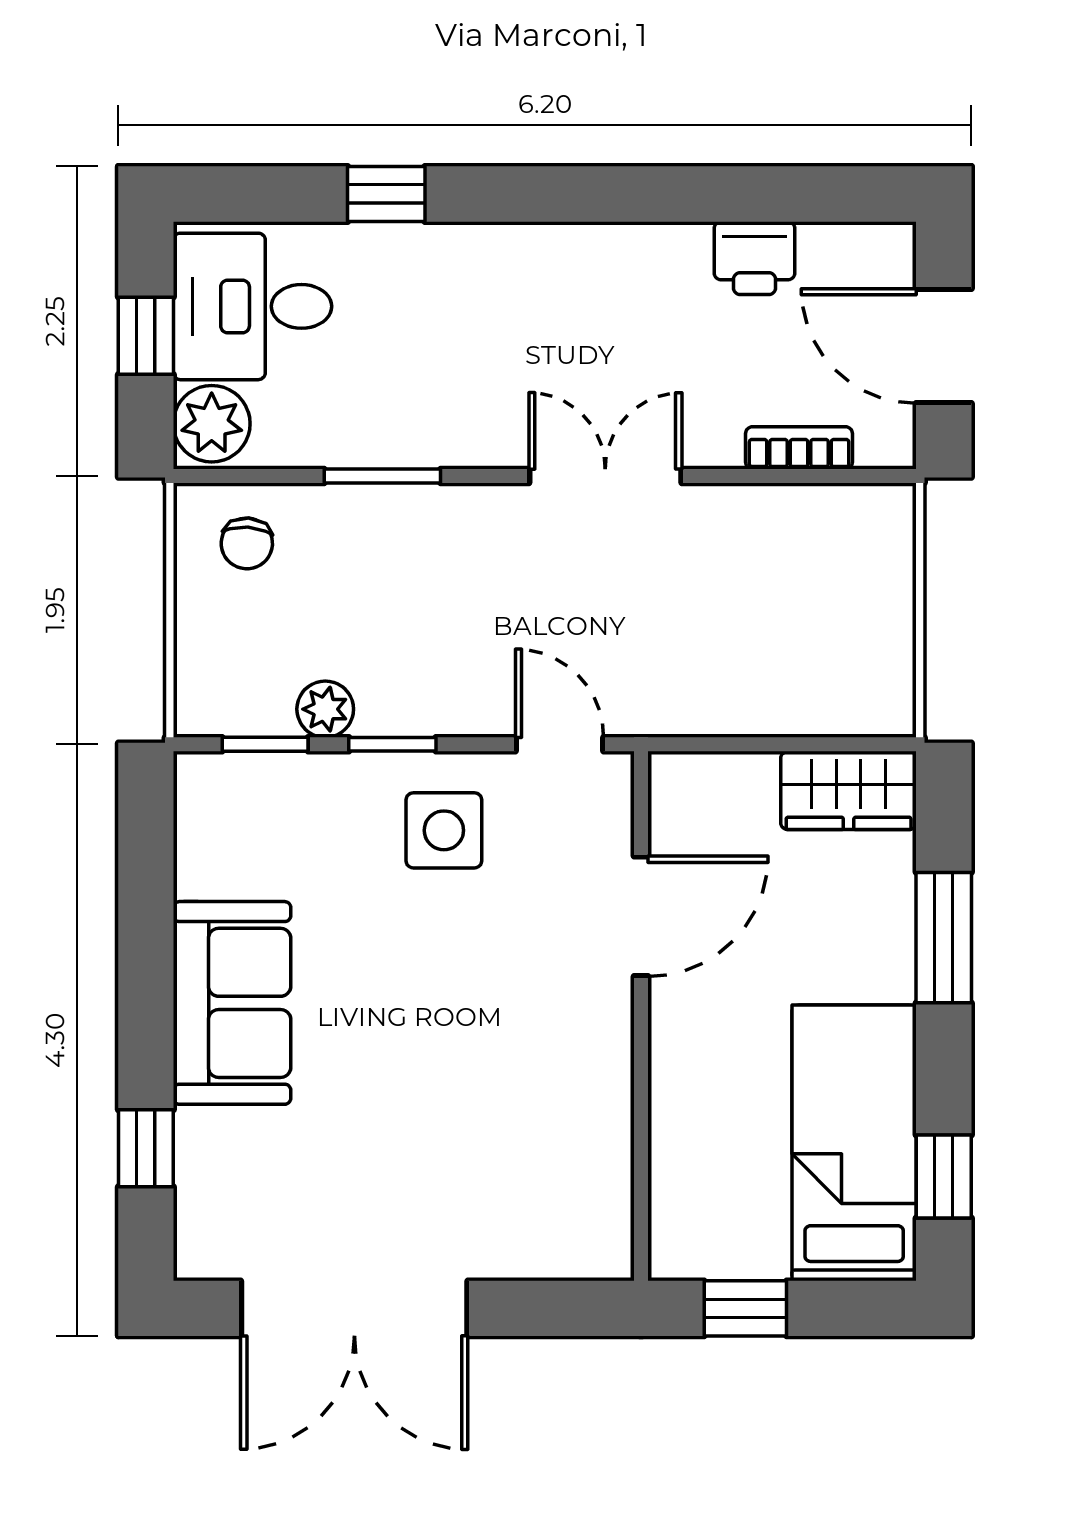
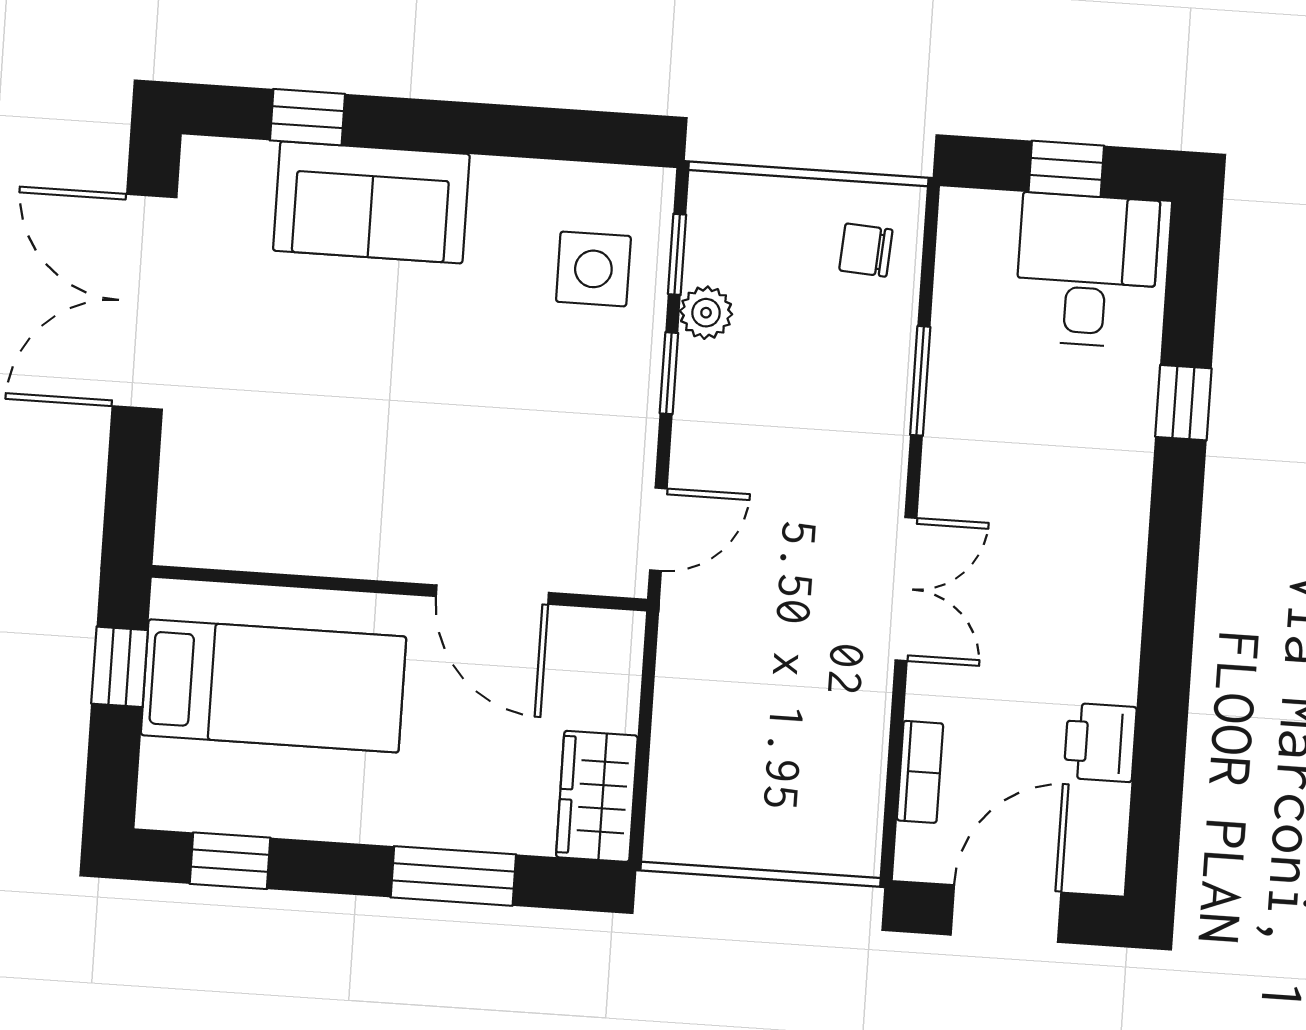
plant: (212, 424) -> (980, 225), removed
side table: (444, 830) -> (593, 269), moved
sofa: (232, 1003) -> (371, 202), moved
bed: (854, 1143) -> (274, 686), moved

